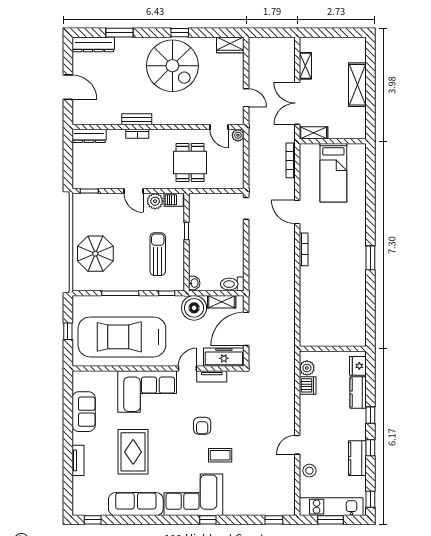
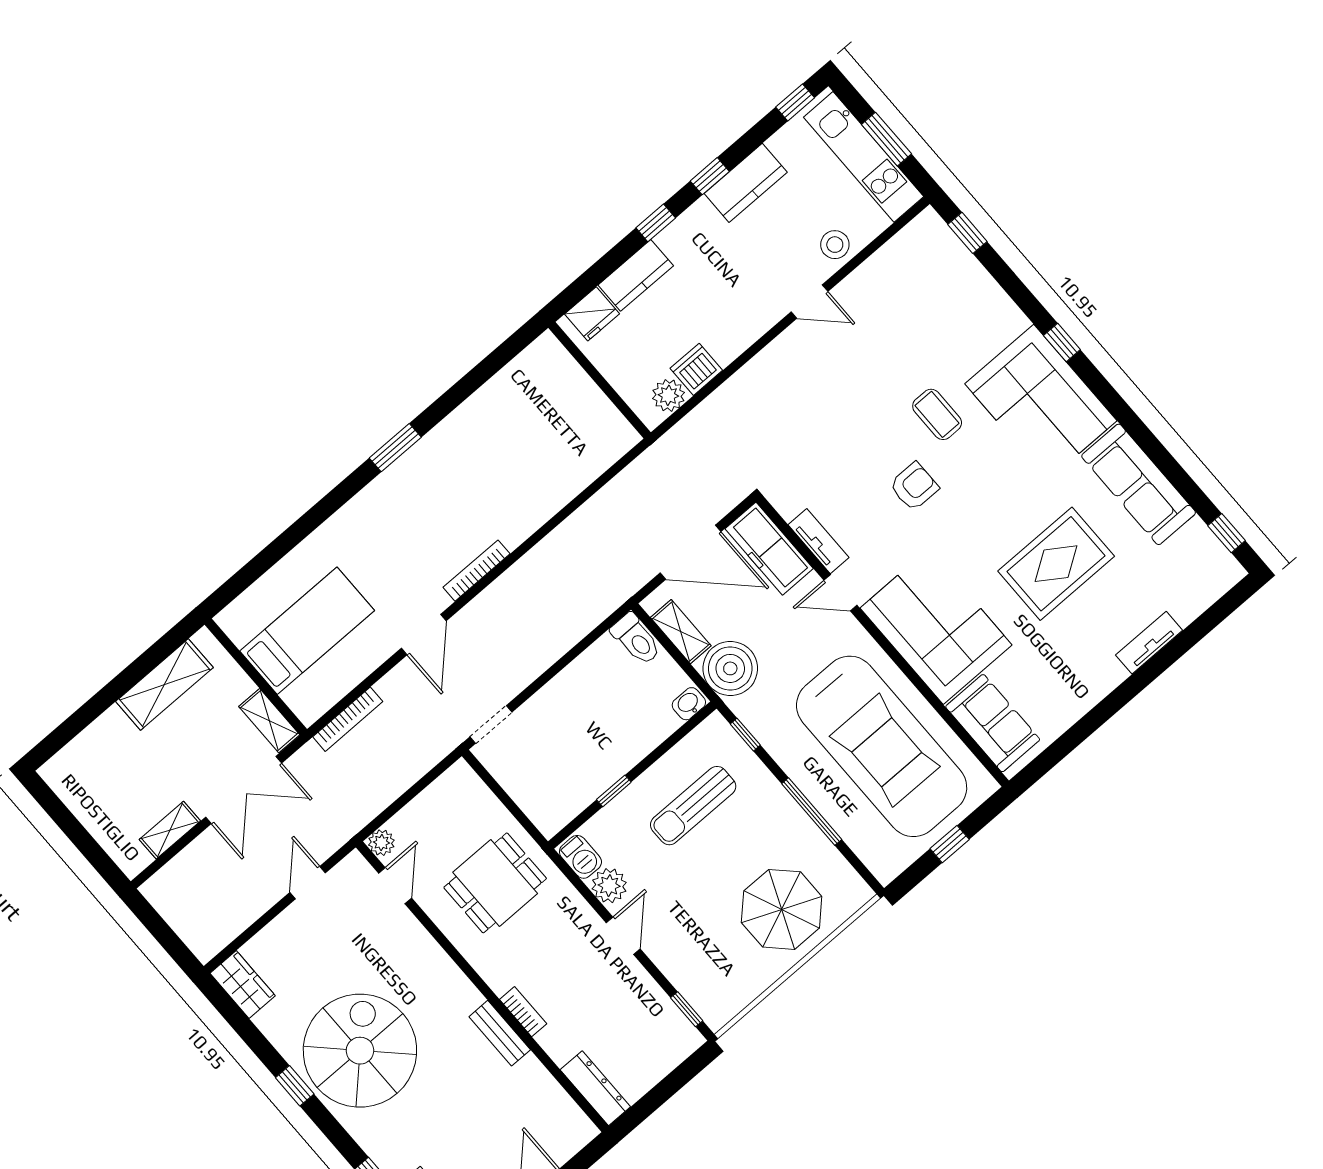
shelving: (357, 85) -> (164, 684), moved
sofa: (84, 412) -> (993, 723), moved, turned 90

